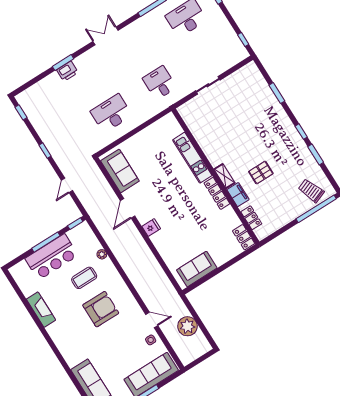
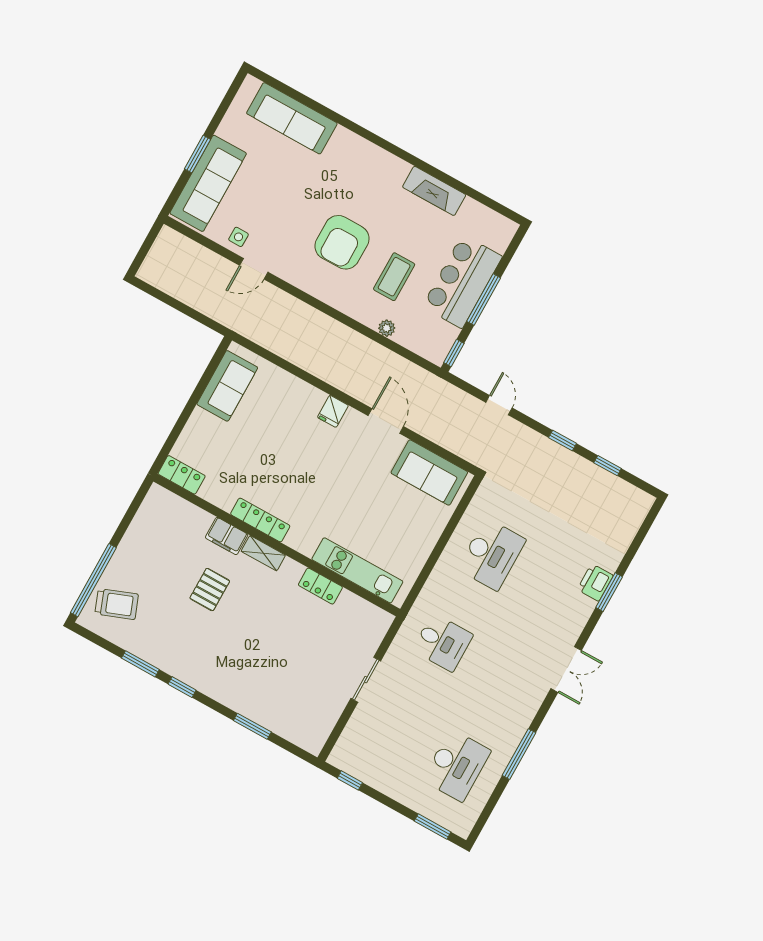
window: (21, 112) -> (608, 466), moved
kitchen unit: (192, 158) -> (357, 570), moved
locker: (251, 218) -> (320, 586), moved
plant: (187, 326) -> (193, 289), removed

